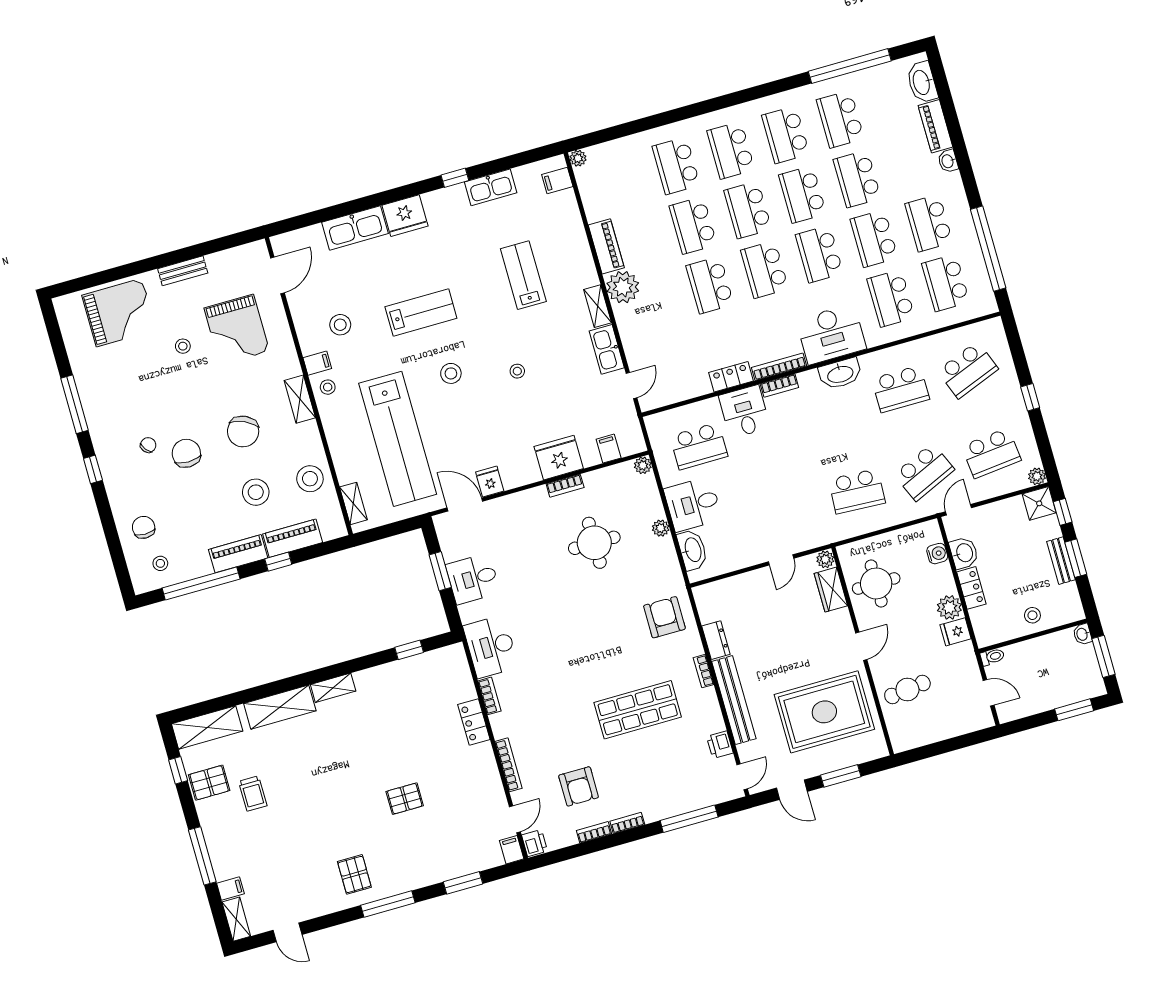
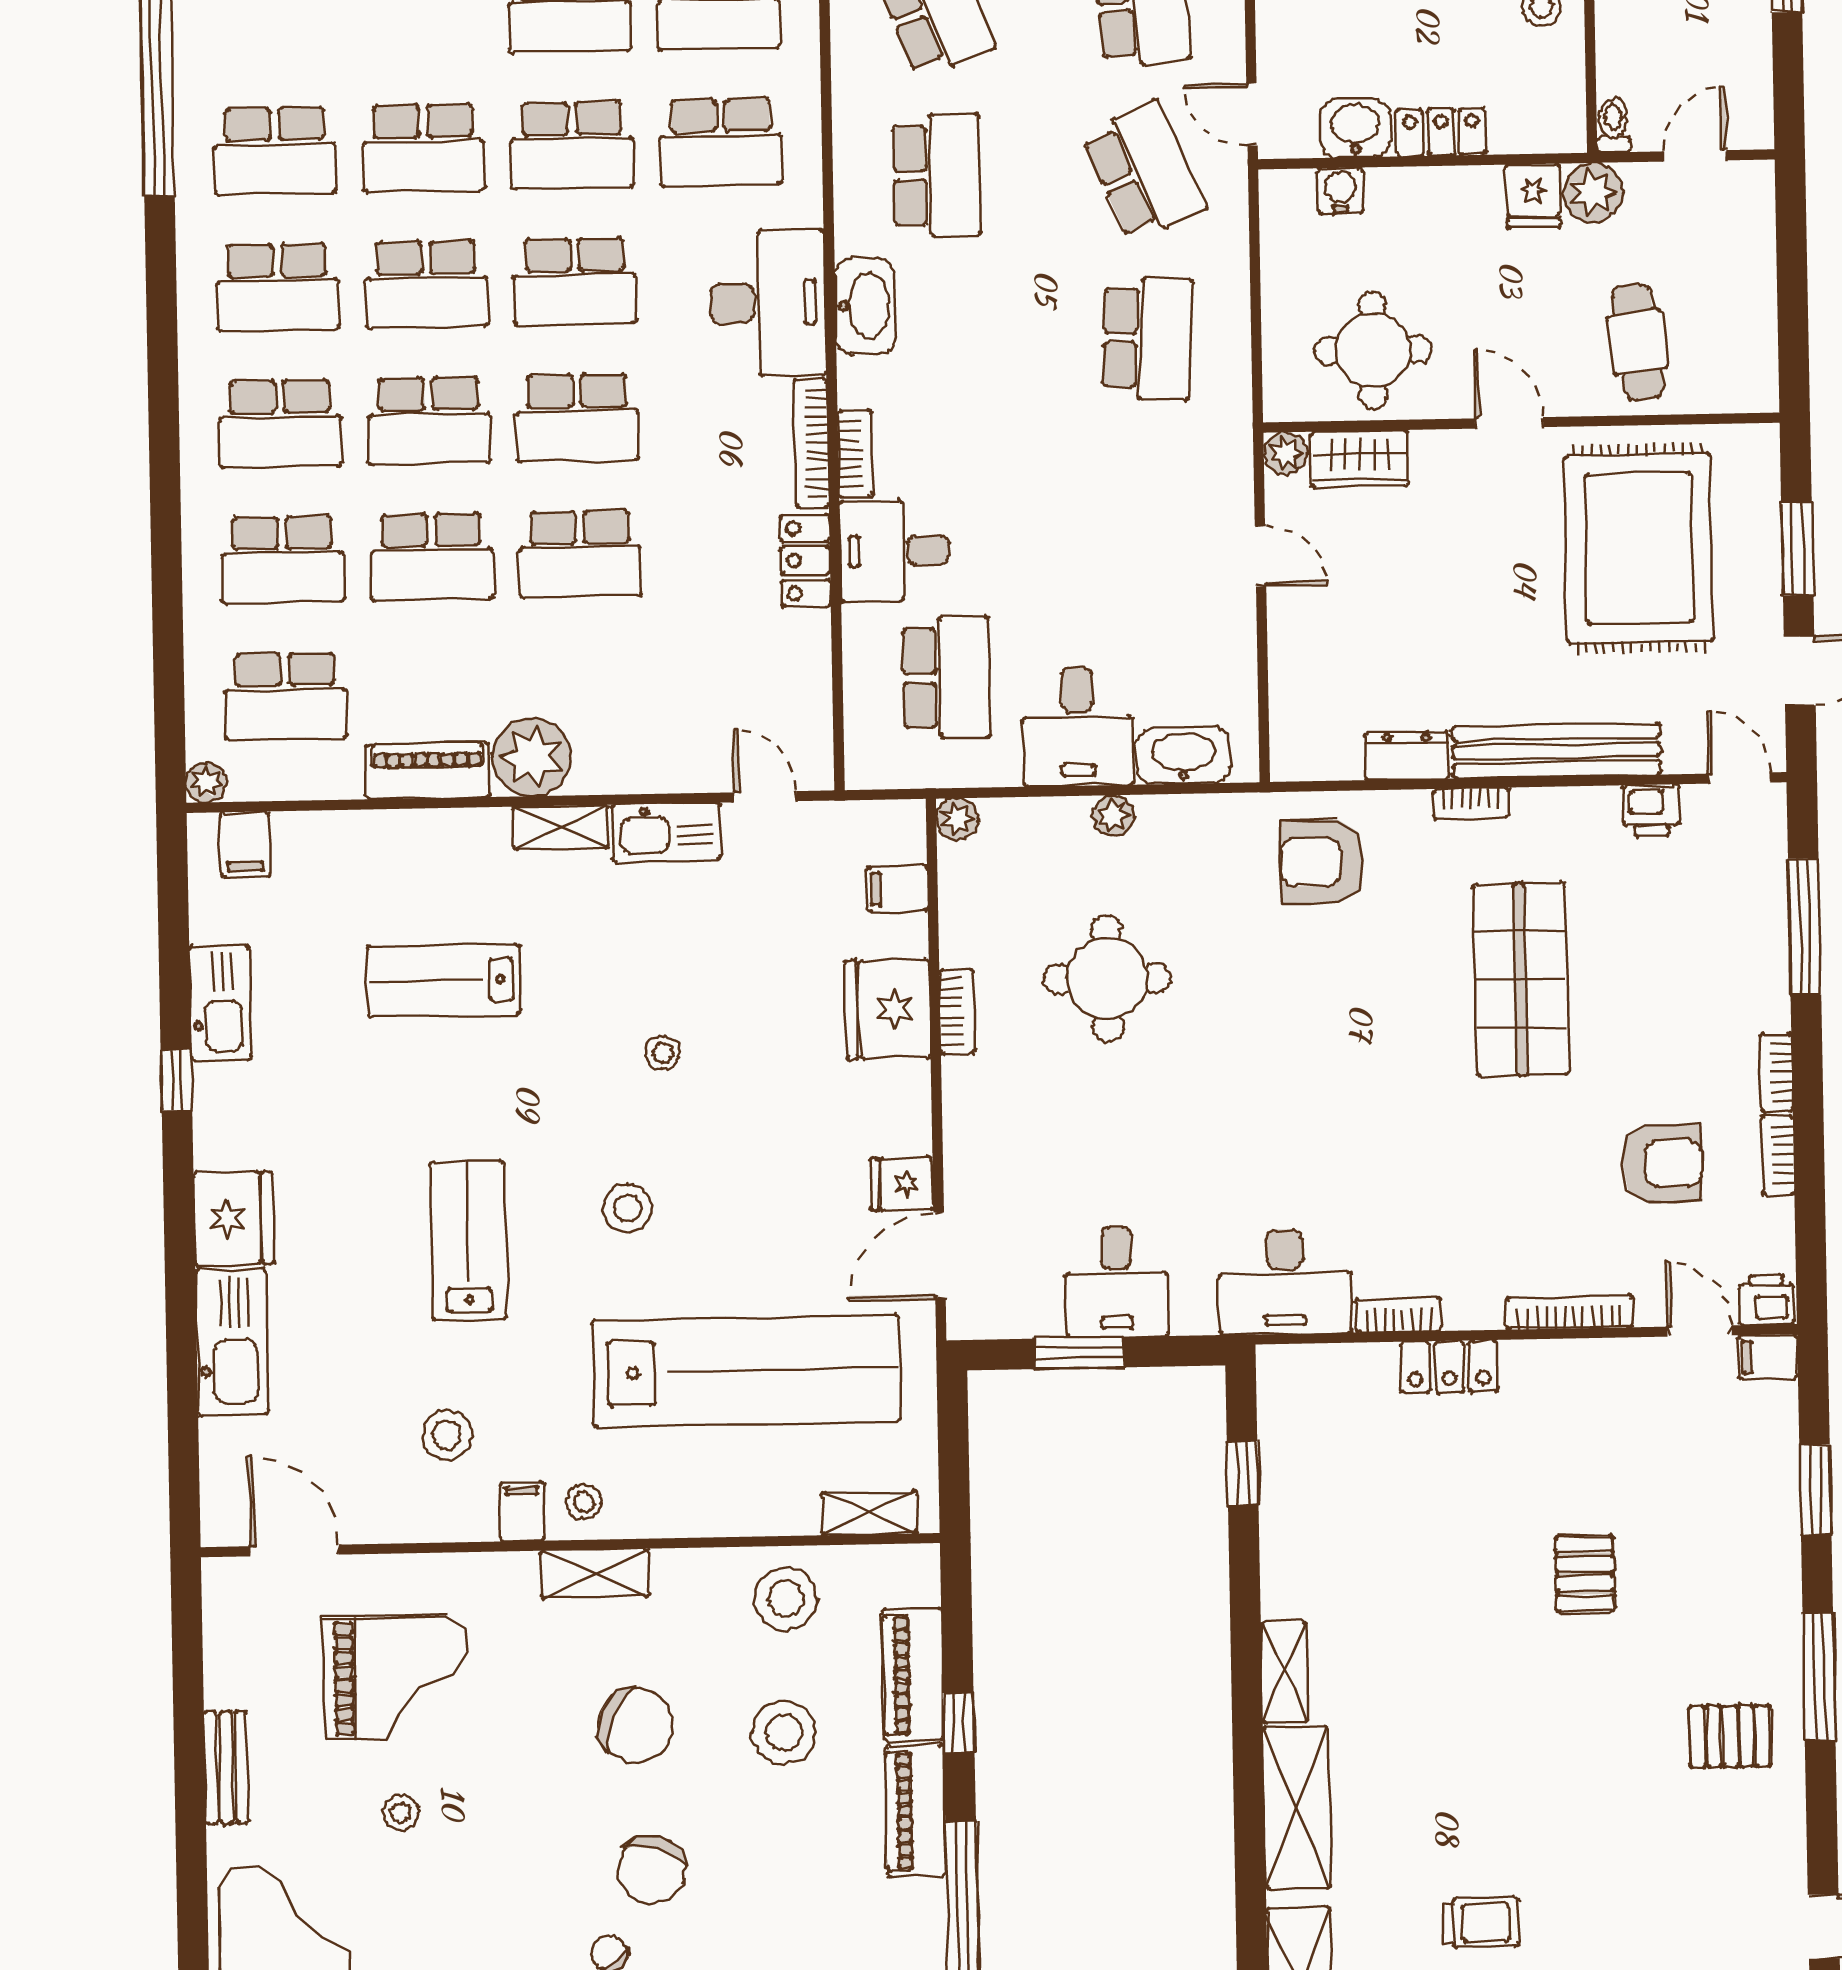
school desk: (621, 181) -> (285, 696), added
chair: (186, 453) -> (652, 1870), turned -74
plant: (949, 607) -> (1593, 193), moved

